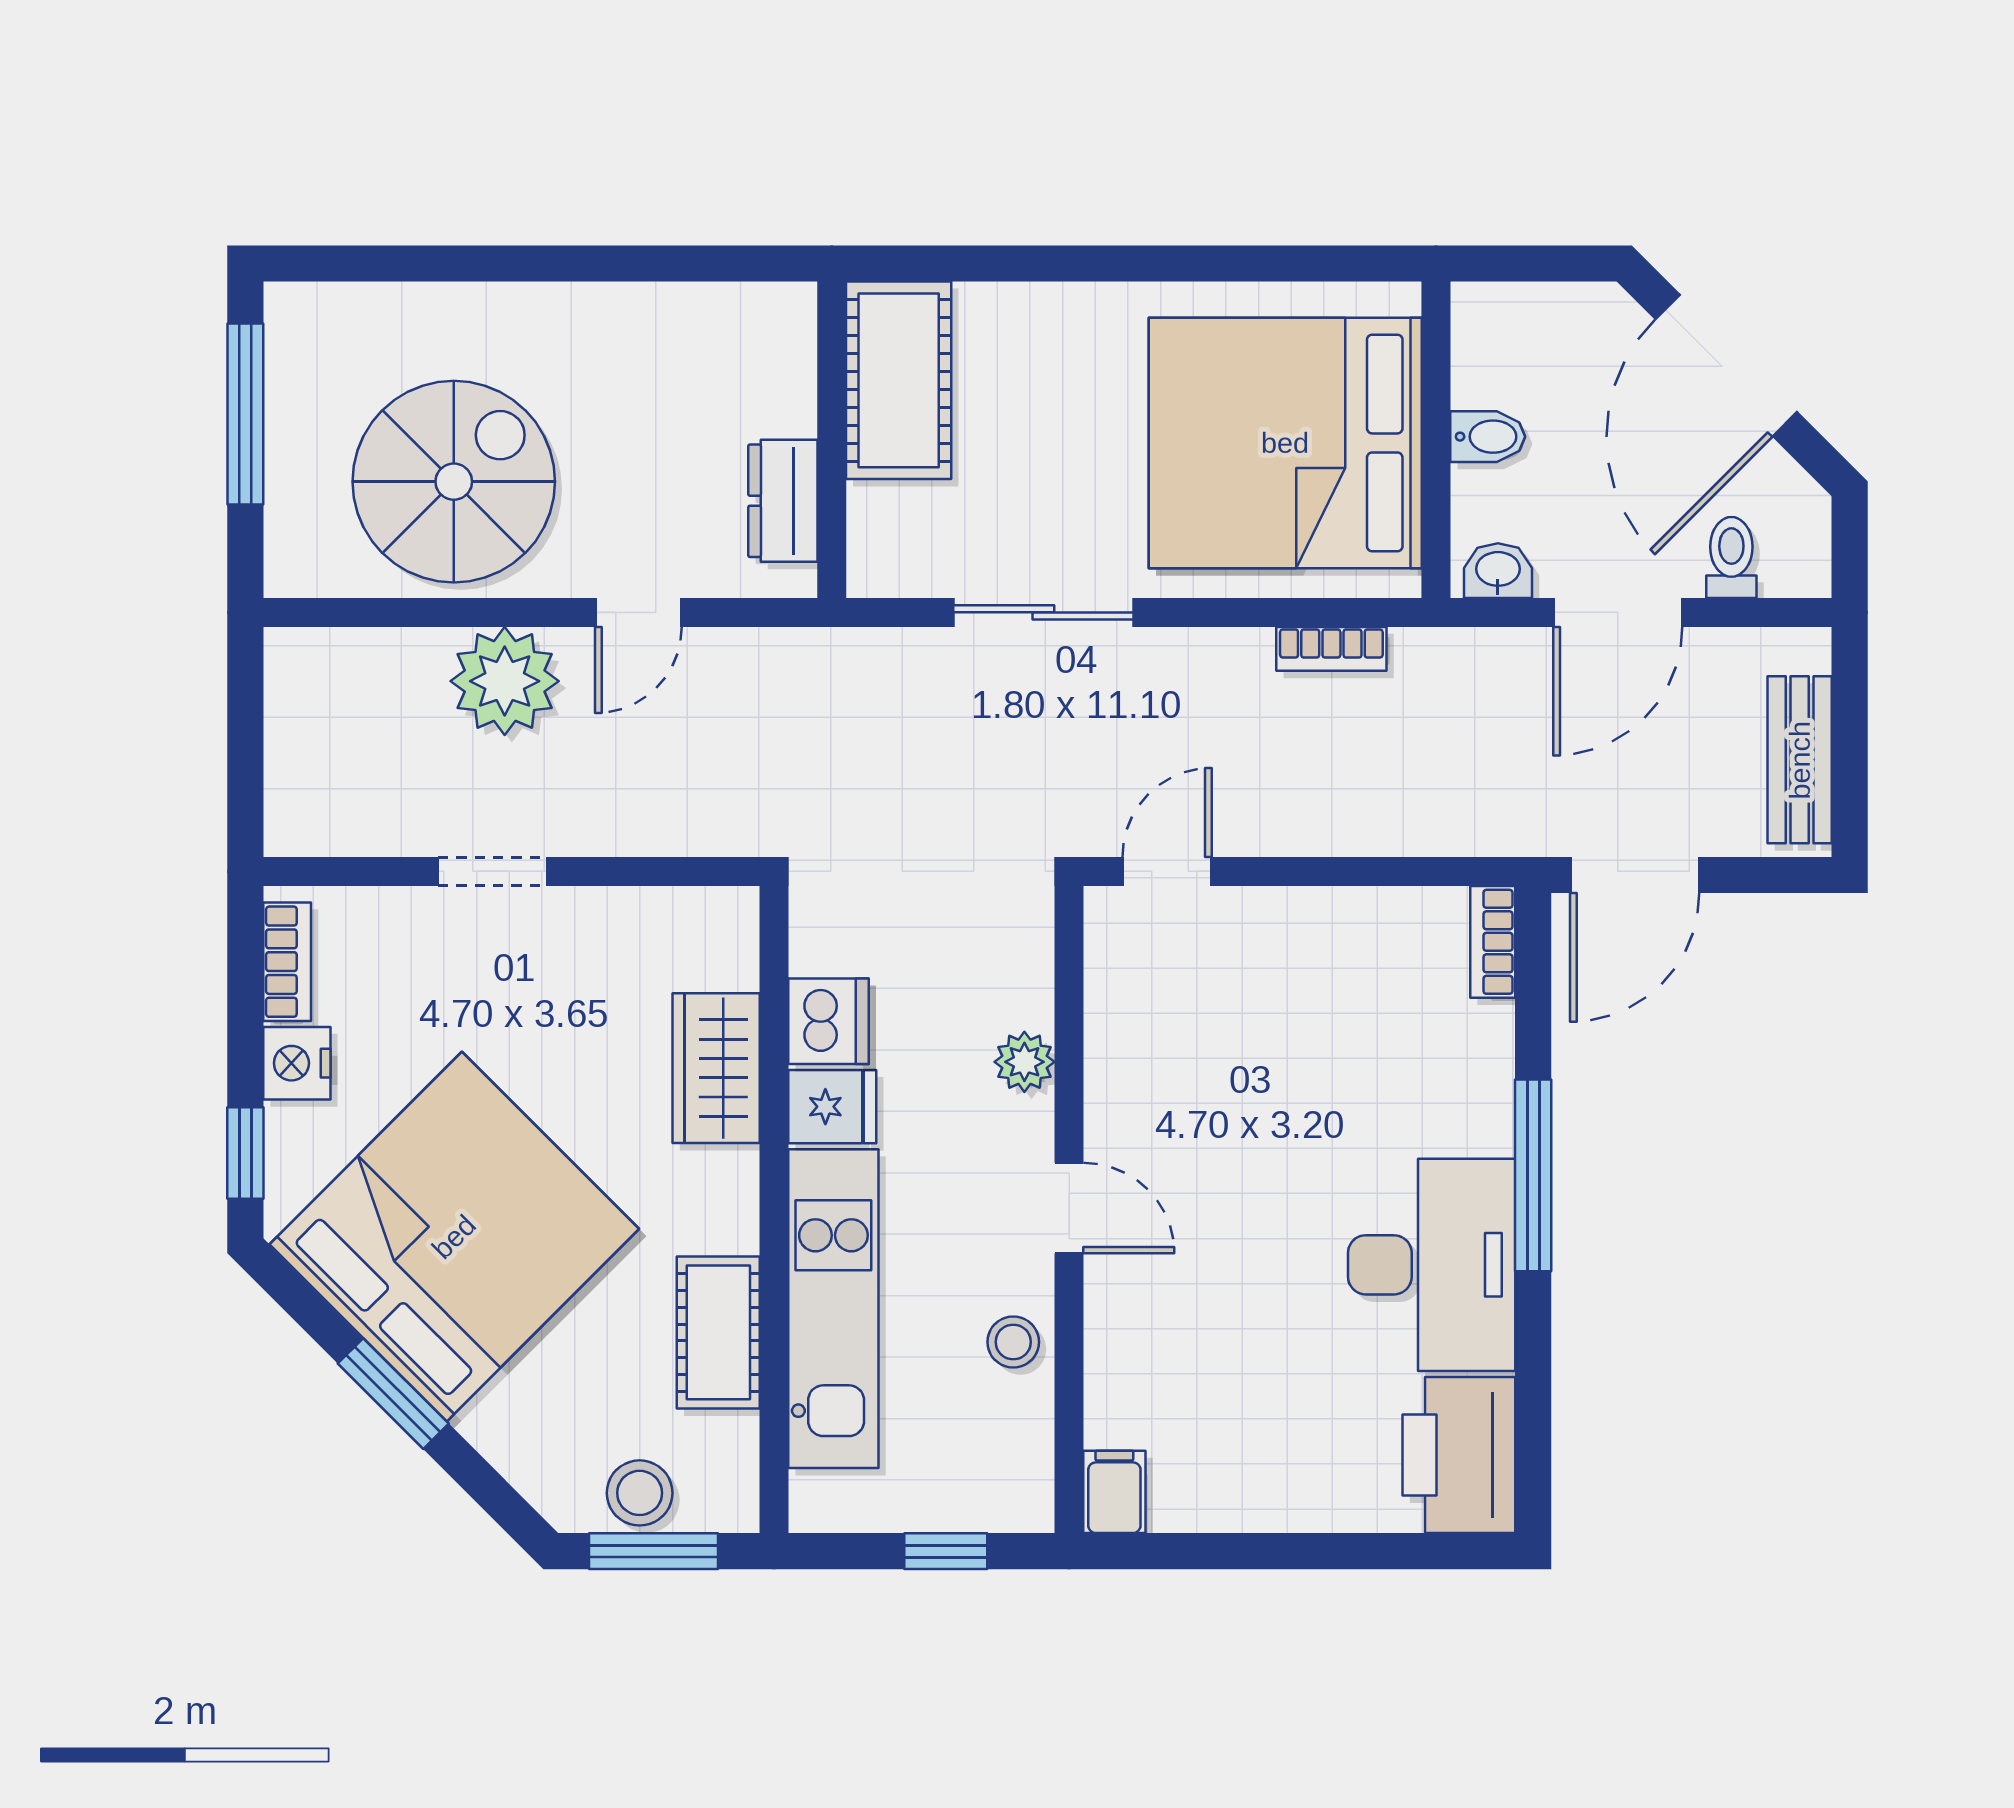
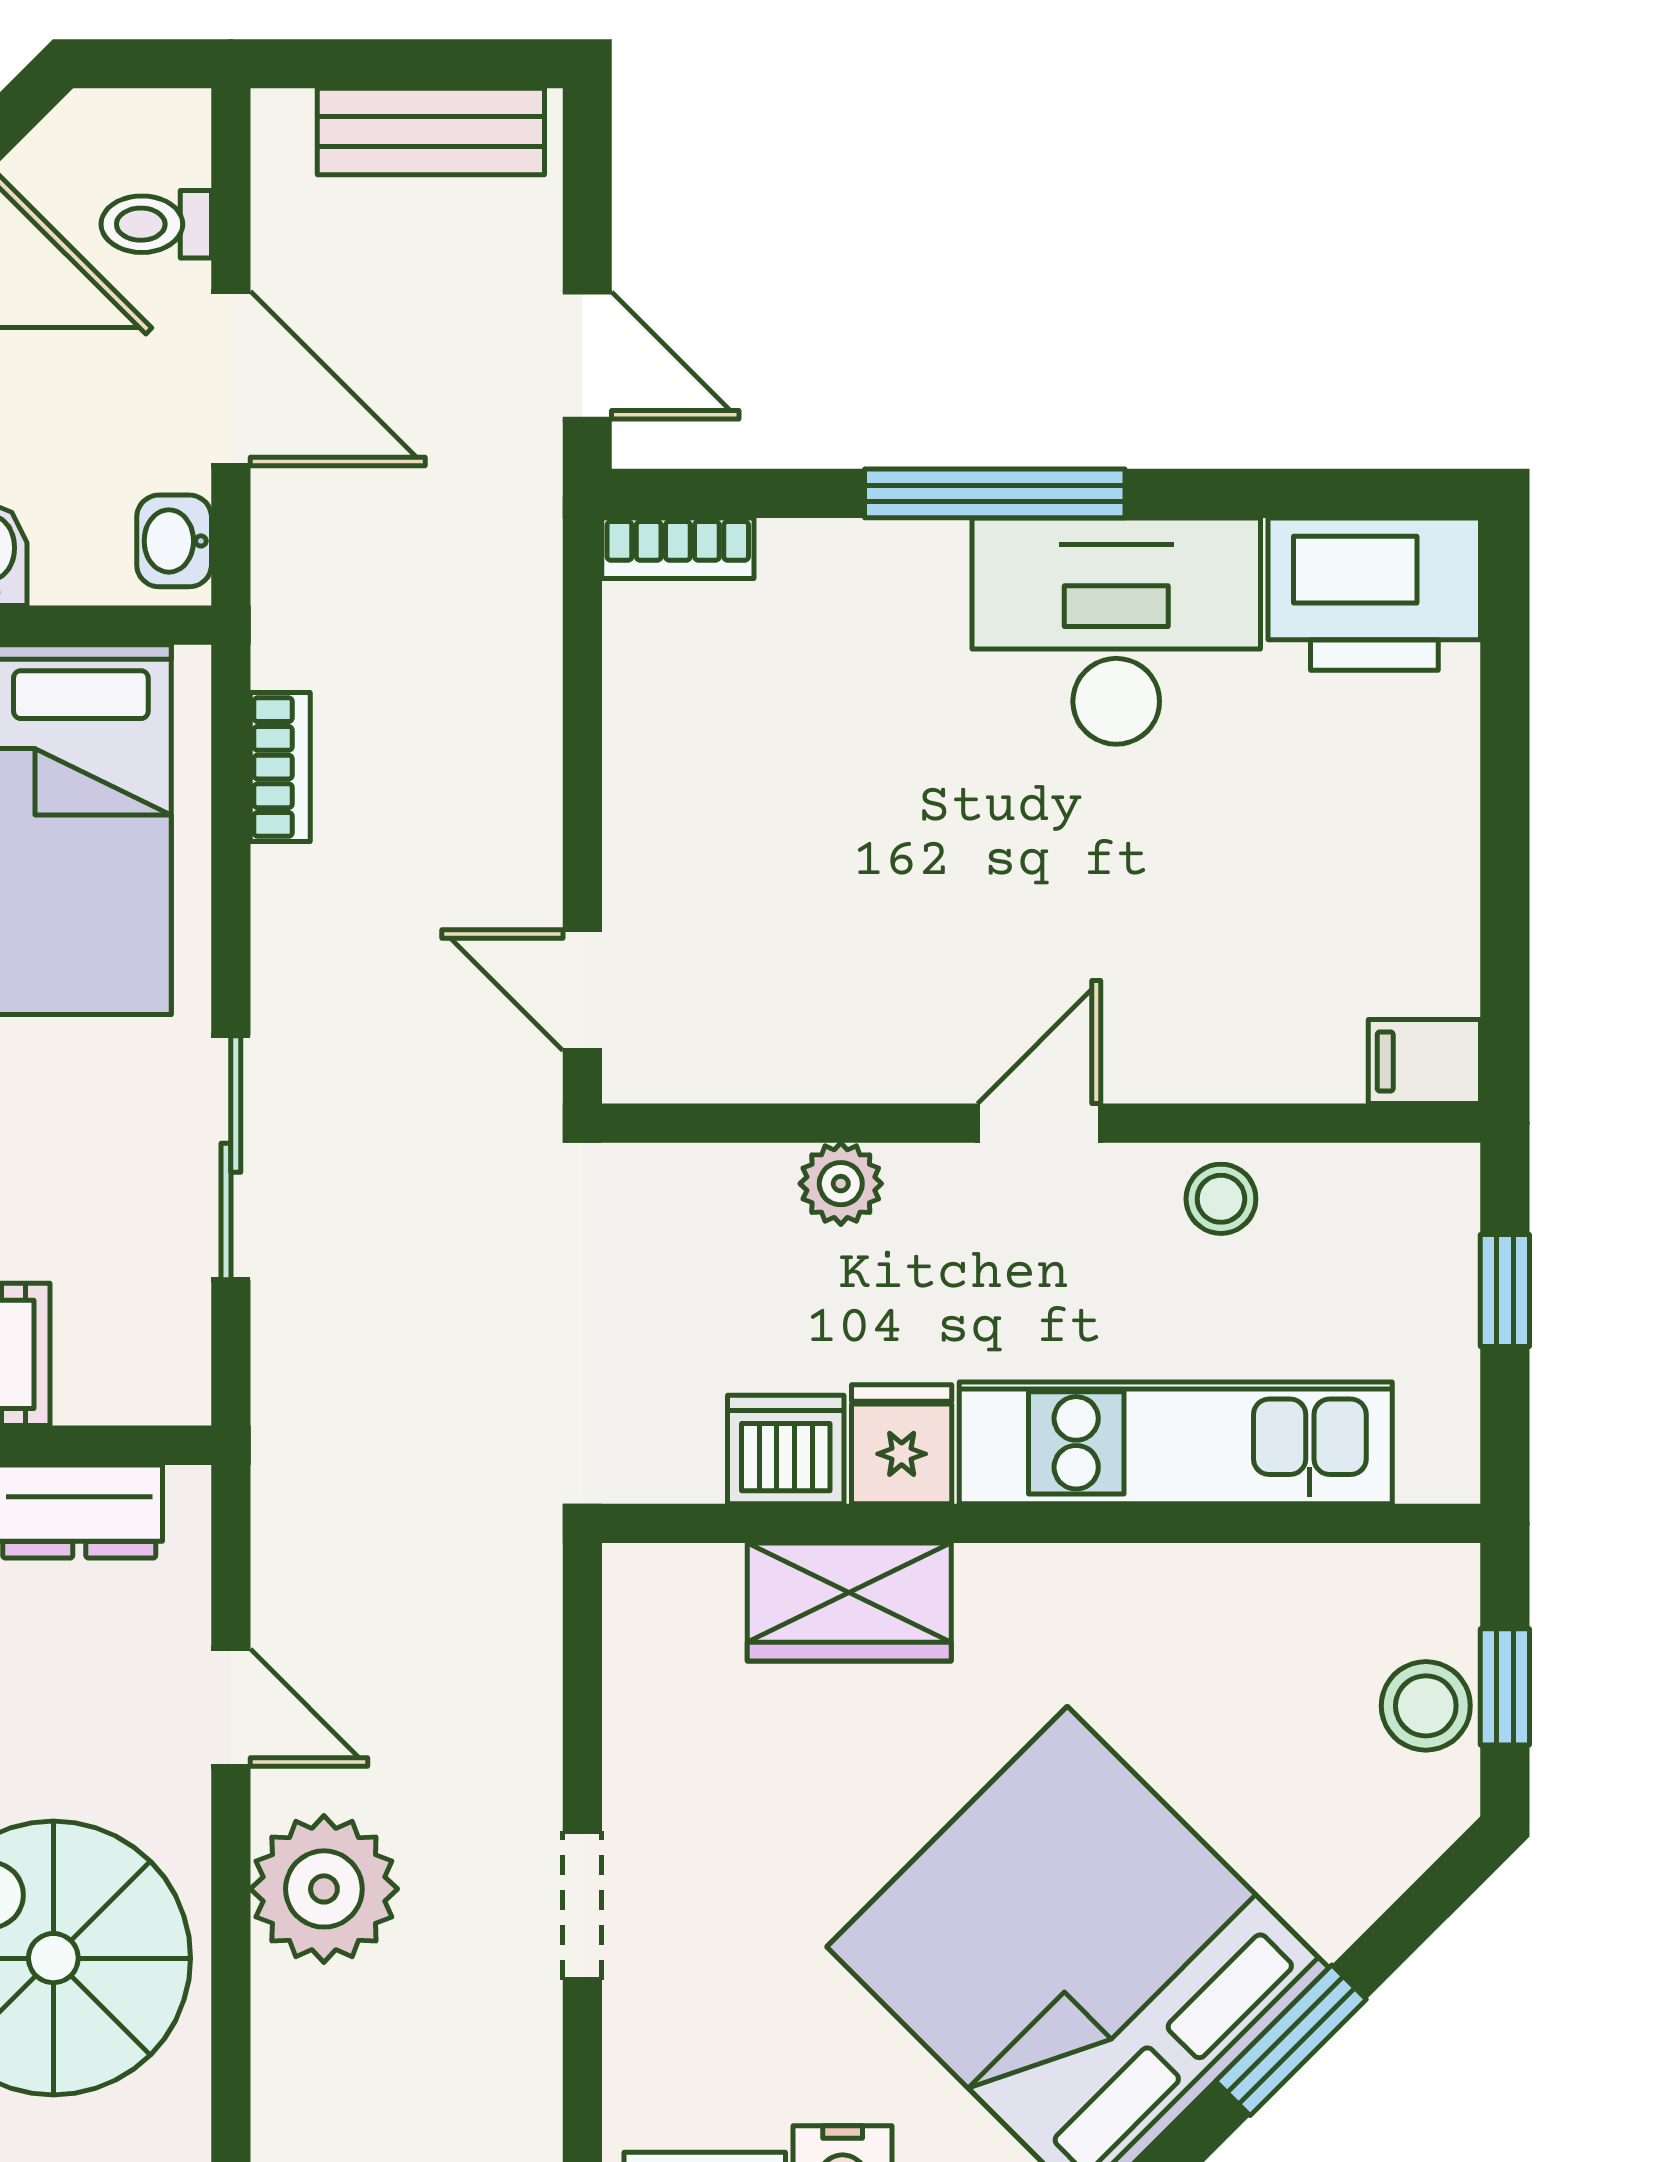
door: (1635, 875) -> (587, 356), width x0.73
cot: (718, 1332) -> (1208, 1599), removed
window: (654, 1551) -> (1505, 1687), width x0.67

